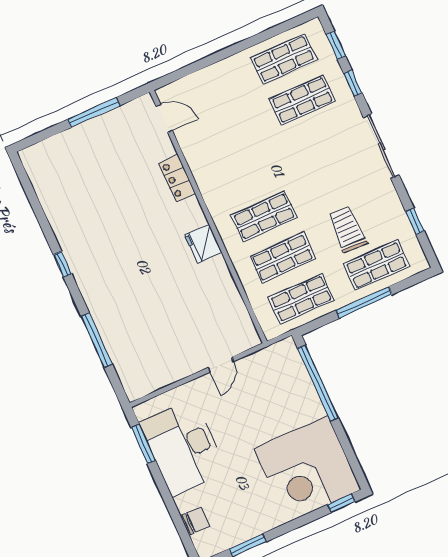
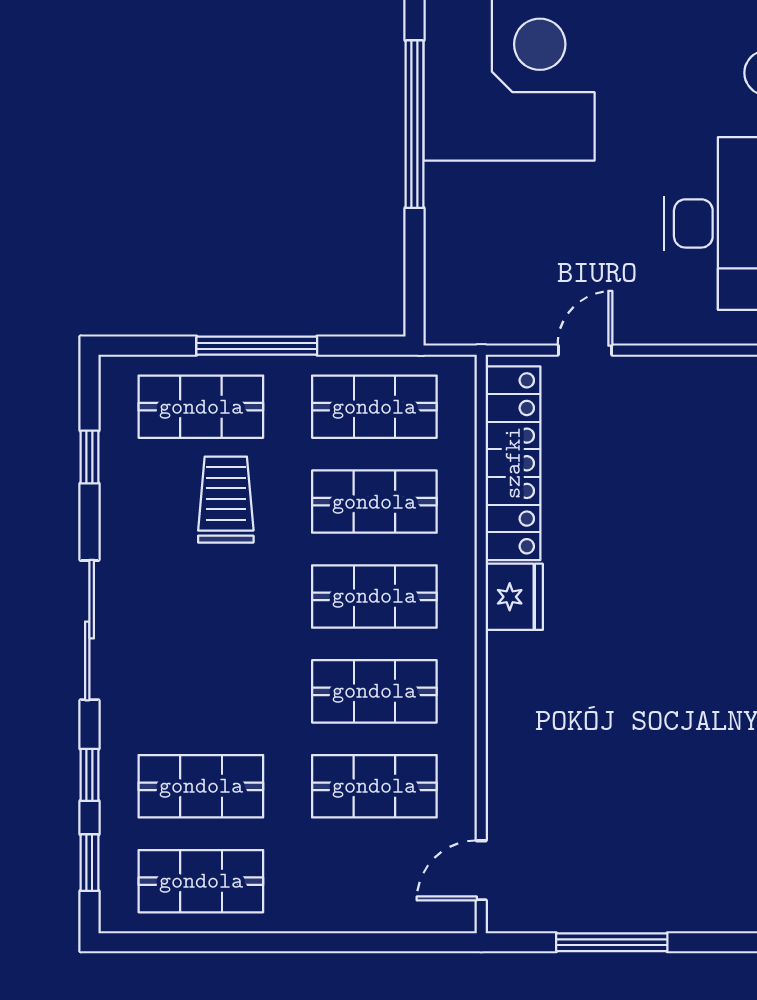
door: (164, 118) -> (481, 870), hinge flipped
shop shelf: (227, 134) -> (374, 786), added
shop shelf: (246, 175) -> (374, 691), added
locker: (177, 178) -> (513, 463), moved, width x2.16, depth x1.21
trolley: (347, 230) -> (226, 500), turned 180
window: (318, 383) -> (414, 124), moved

